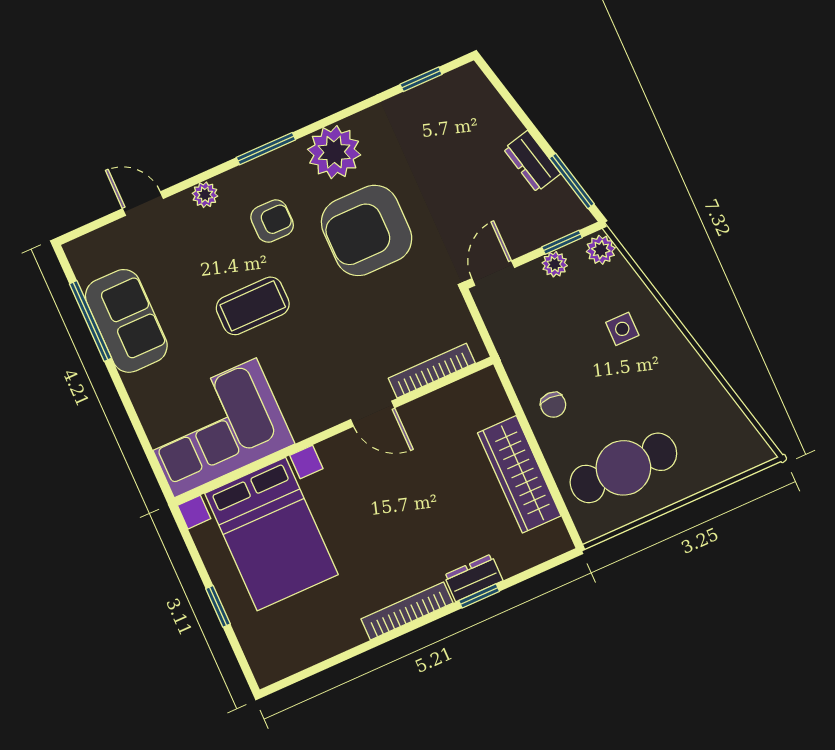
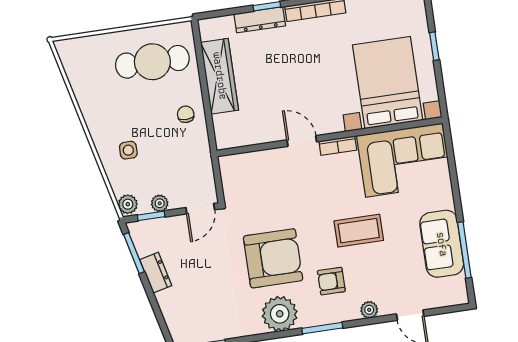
bookcase: (432, 371) -> (338, 146), moved, width x0.64
dresser: (473, 578) -> (260, 20), width x1.44

